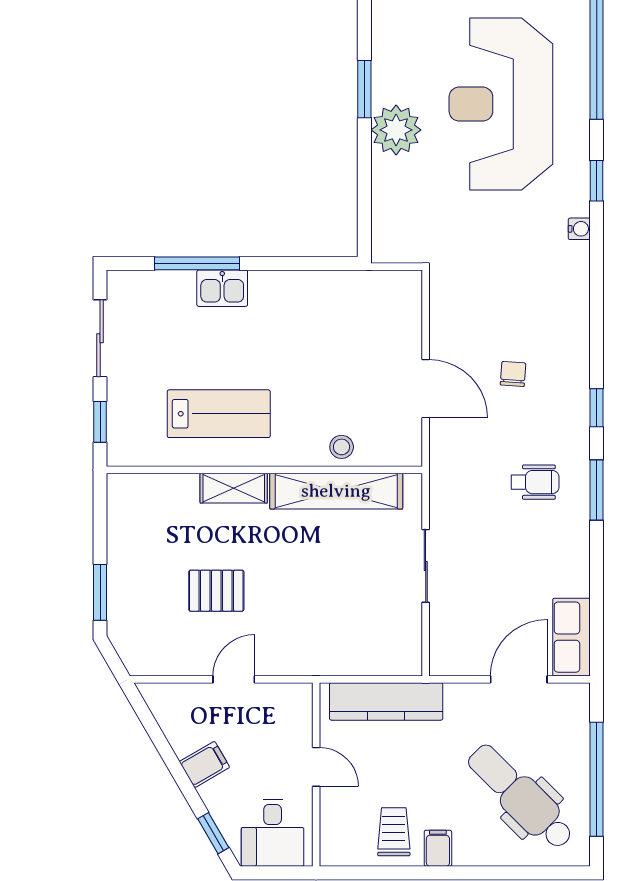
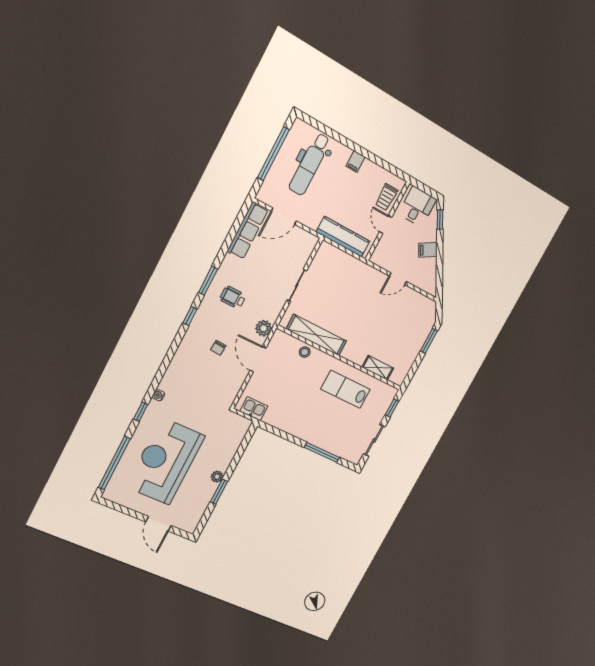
reception desk: (501, 104) -> (165, 461), turned 180
plant: (396, 130) -> (217, 477), width x0.53, depth x0.53
kitchen sink: (222, 288) -> (254, 409), moved
plant: (446, 453) -> (264, 328), added
shelving: (234, 488) -> (378, 368), moved
pallet: (216, 591) -> (385, 319), removed
row of seats: (571, 637) -> (248, 231), width x1.48
dental chair: (521, 797) -> (310, 164), turned 45
trolley: (394, 832) -> (386, 197), moved

